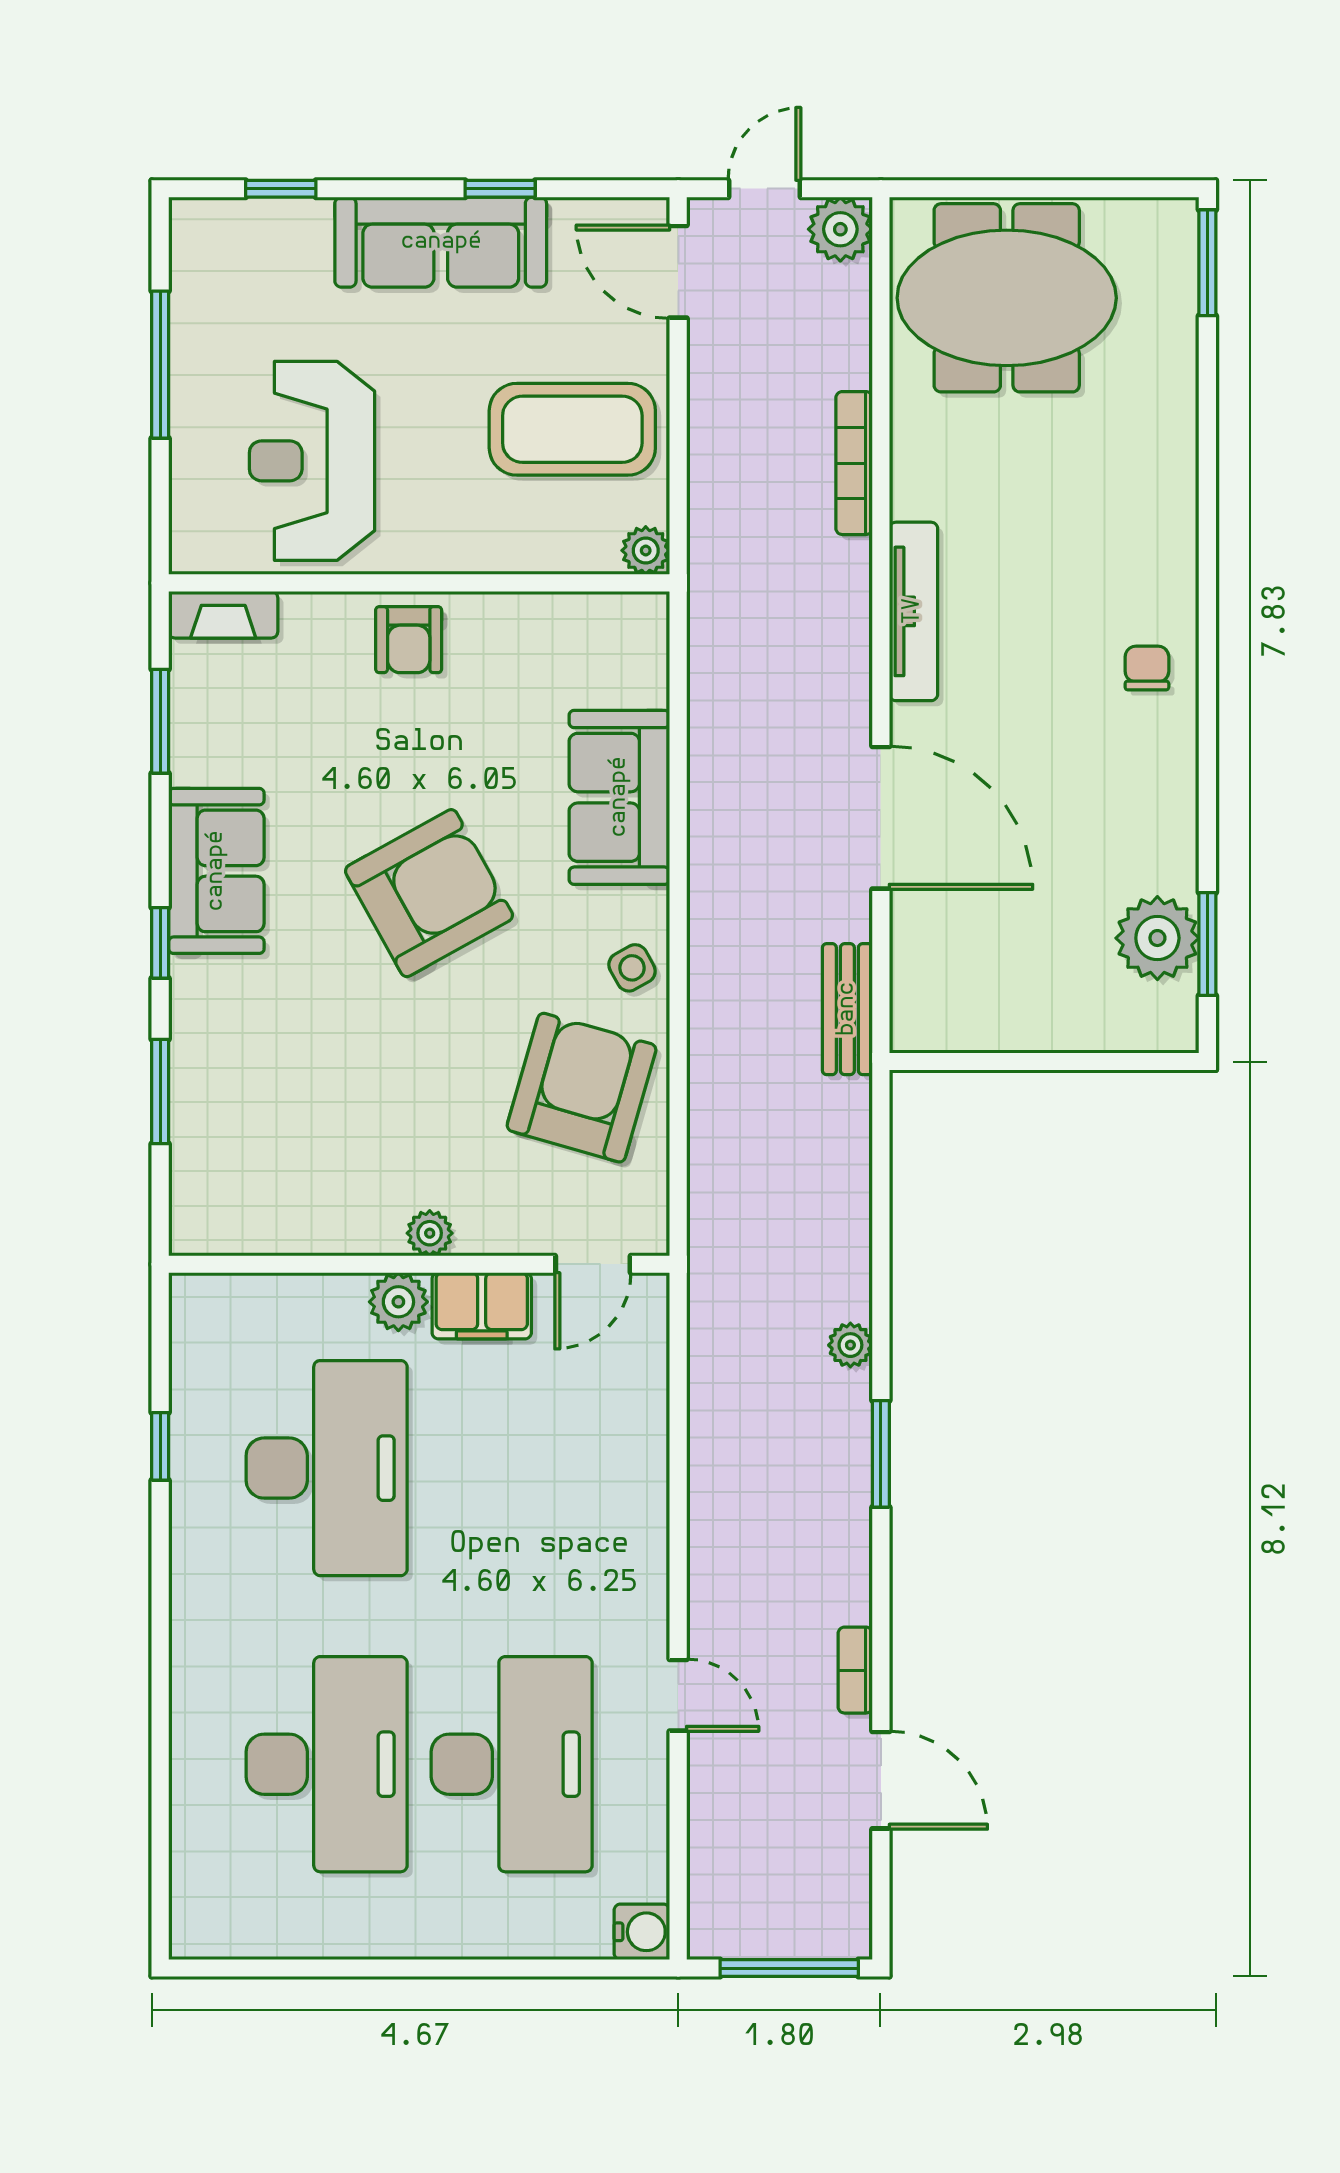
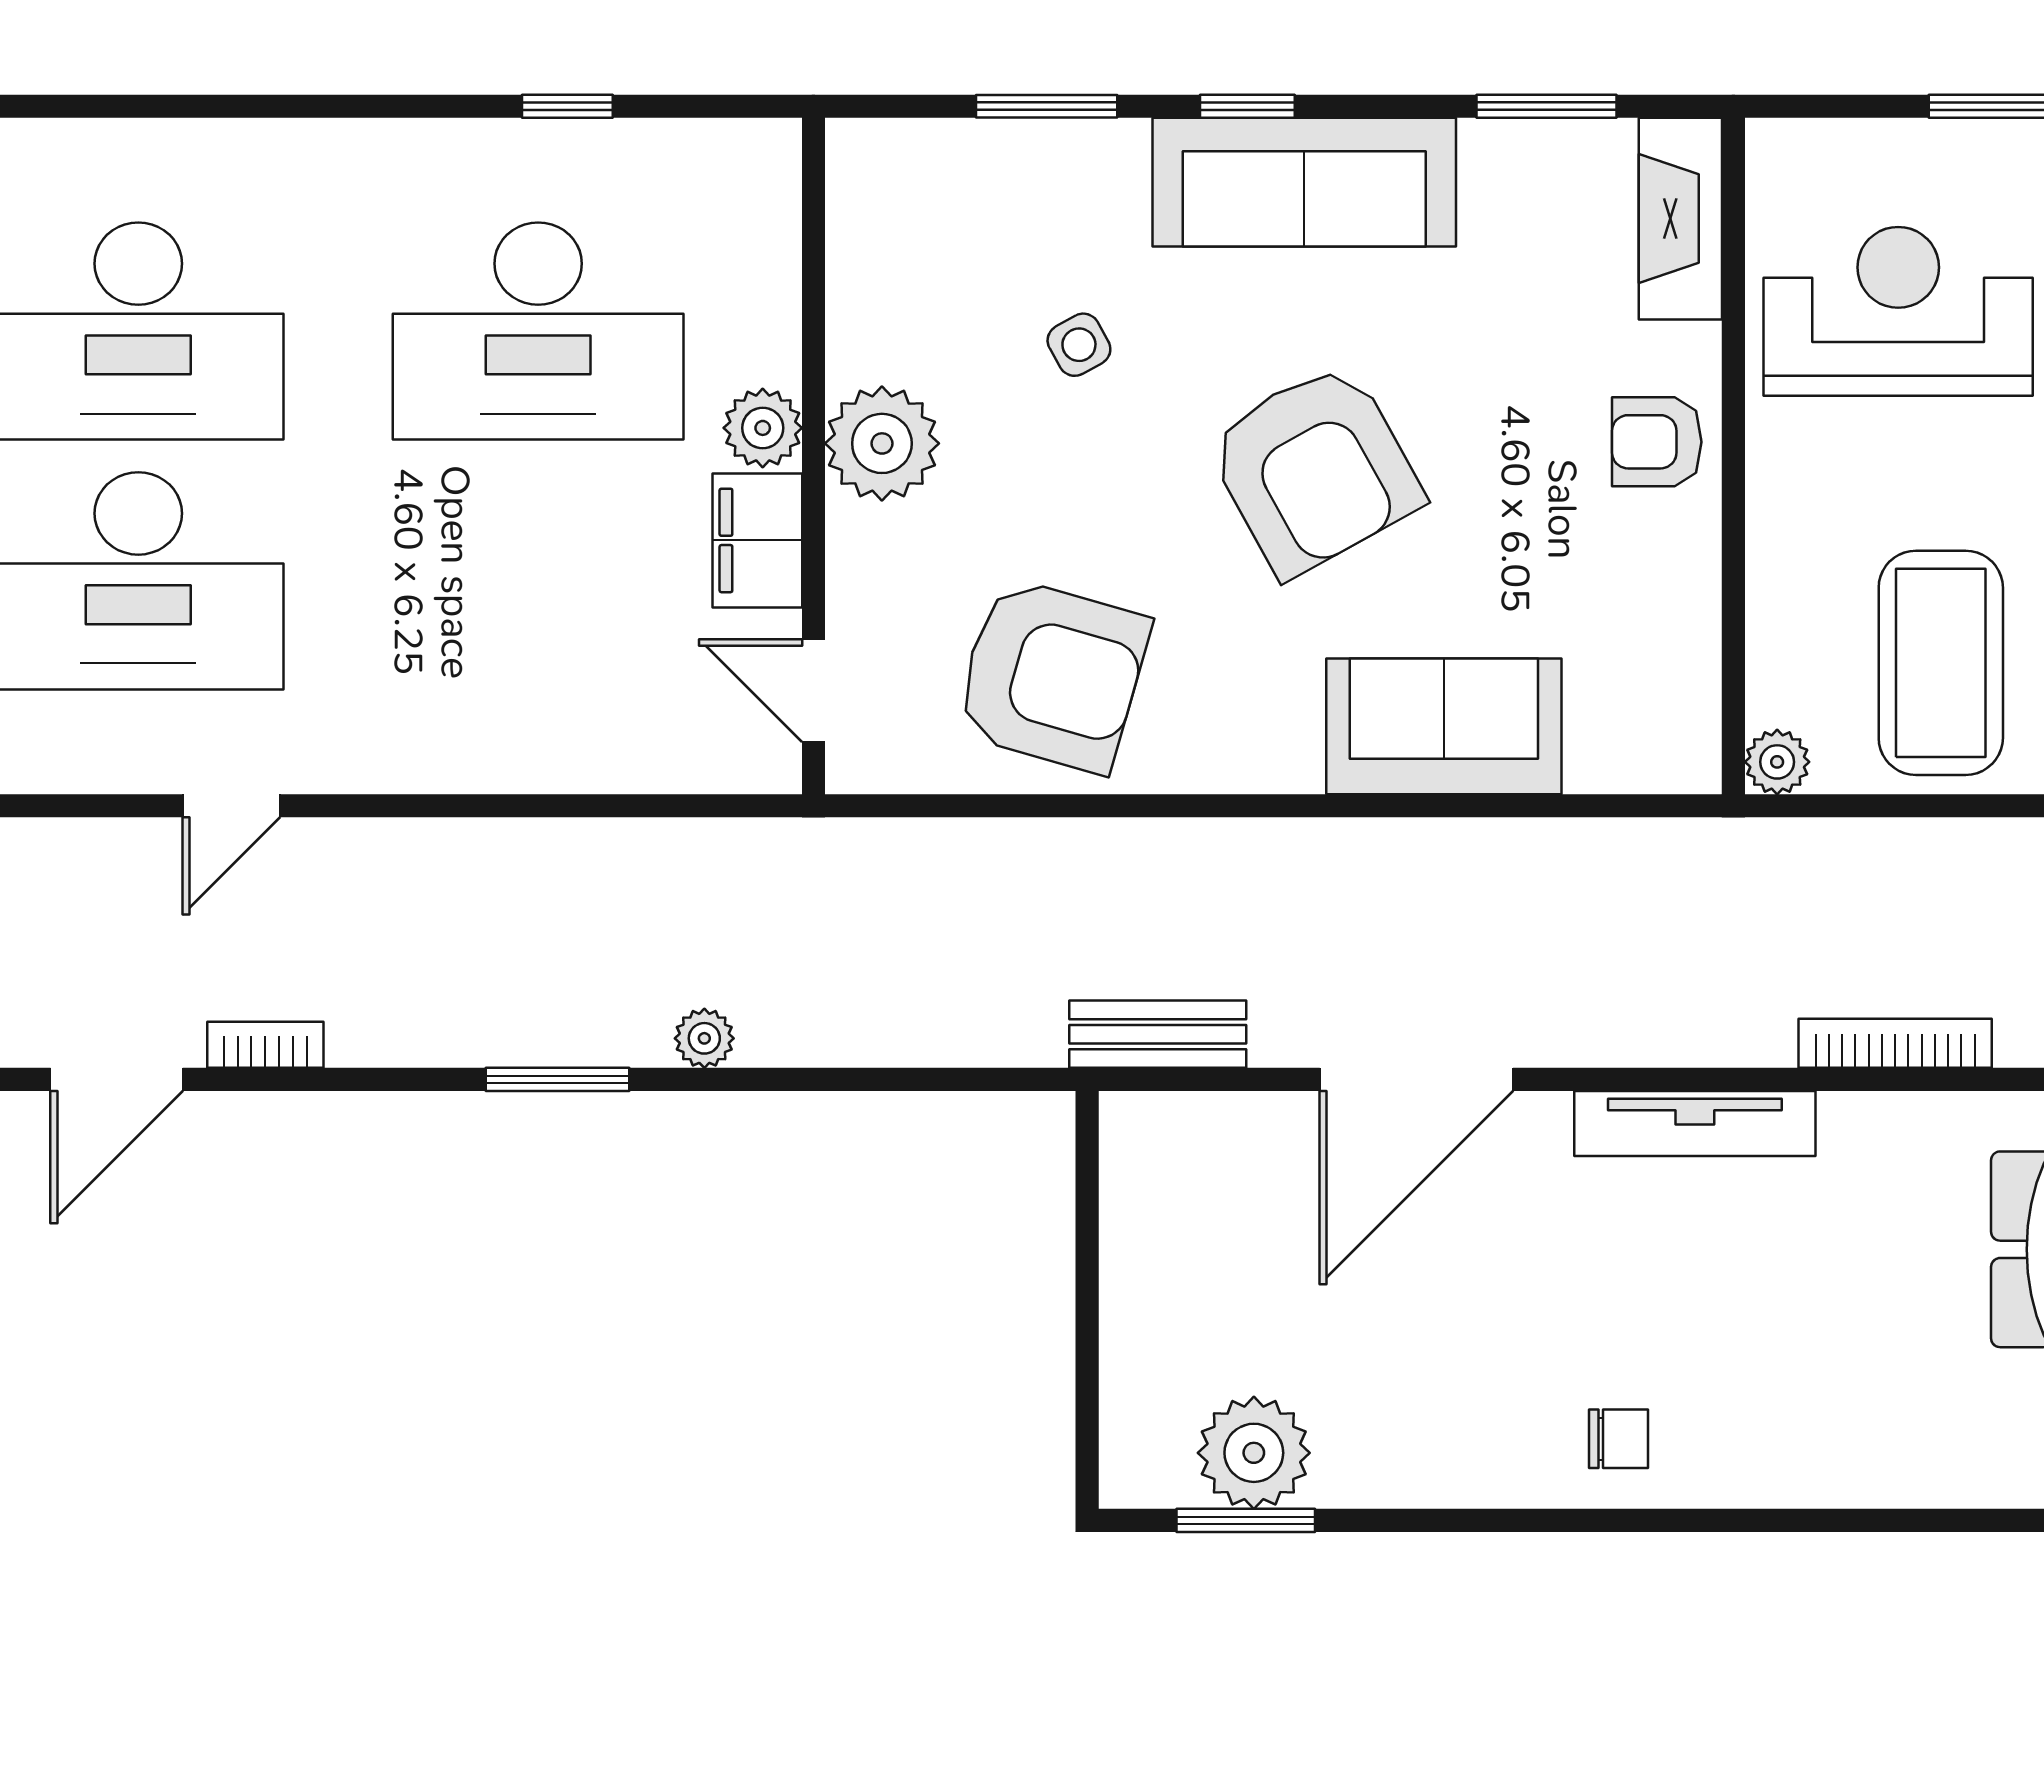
fireplace: (223, 615) -> (1680, 219), width x1.37, depth x1.32
sofa: (216, 871) -> (1304, 182), width x1.36
side table: (632, 968) -> (1079, 345), moved
plant: (430, 1233) -> (882, 443), width x1.87, depth x1.87

